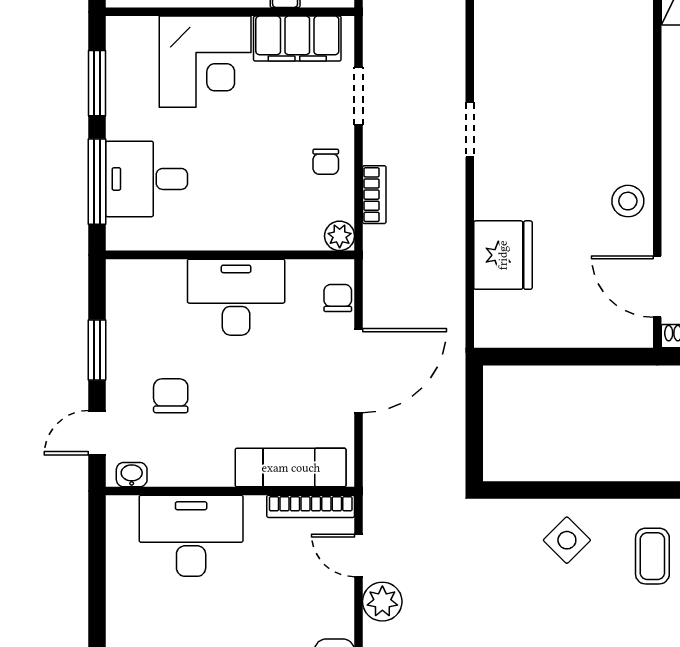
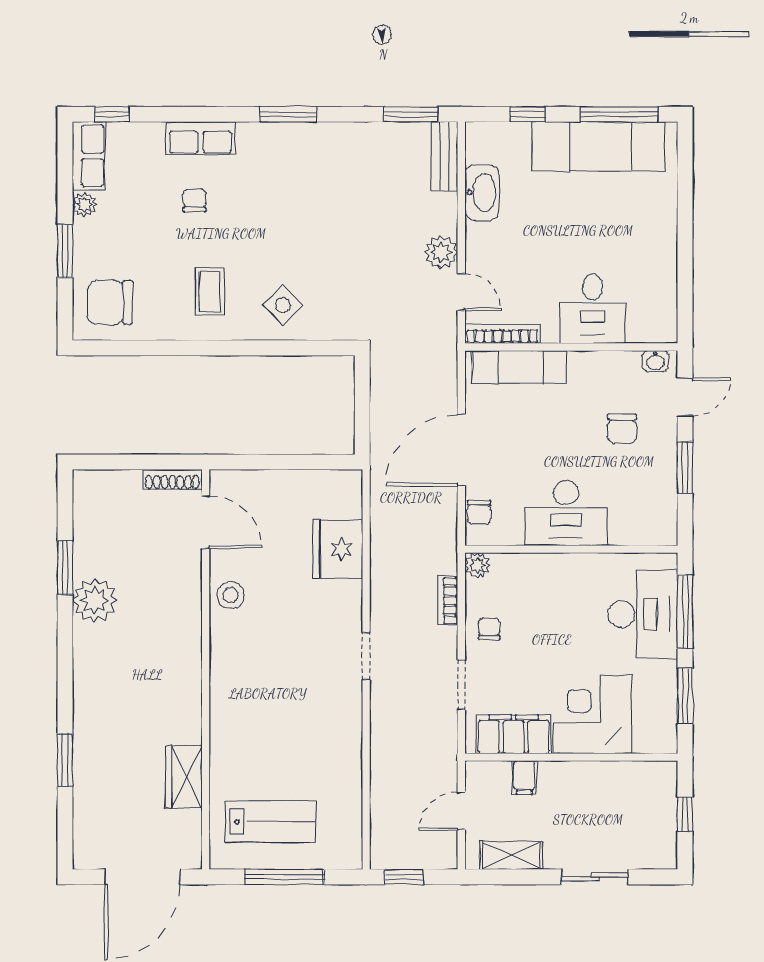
desk: (147, 179) -> (643, 614), width x1.37
desk: (191, 536) -> (593, 309), width x0.73

